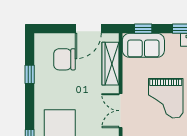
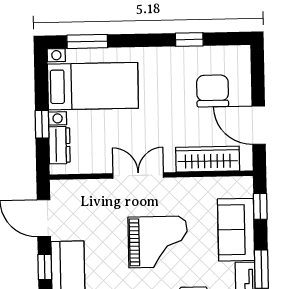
sofa: (143, 45) -> (236, 230), moved
grand piano: (166, 98) -> (158, 242), turned 180

